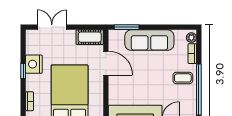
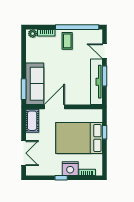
double door: (52, 27) -> (24, 153), swing flipped
sofa: (149, 40) -> (35, 84), moved
nightstand: (34, 64) -> (70, 169), moved

